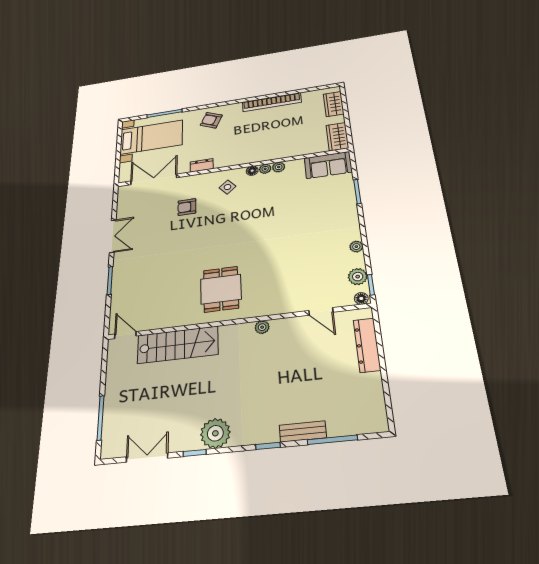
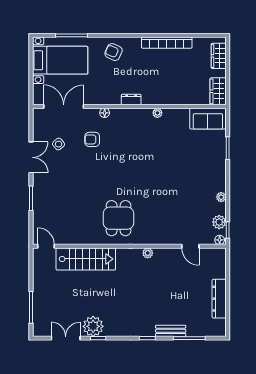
dresser: (202, 165) -> (131, 100), moved
plant: (279, 167) -> (168, 113), removed
floor lamp: (252, 171) -> (105, 113), moved
side table: (227, 187) -> (59, 144), moved
dresser: (367, 345) -> (219, 299), moved
plant: (215, 433) -> (93, 326), moved

